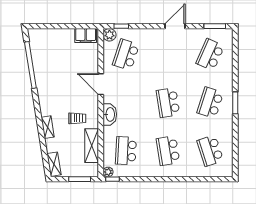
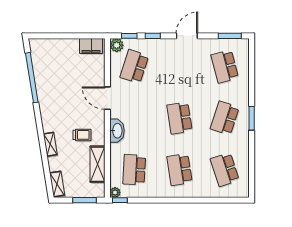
window: (143, 26) -> (153, 36), added
school desk: (210, 55) -> (225, 66), turned -39

